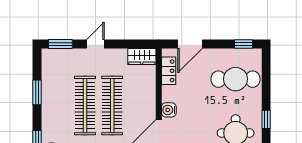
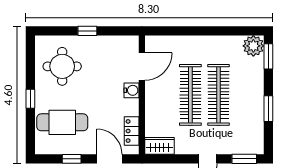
door: (190, 44) -> (109, 159), hinge flipped
window: (244, 44) -> (72, 159), moved
window: (266, 119) -> (30, 99), moved

